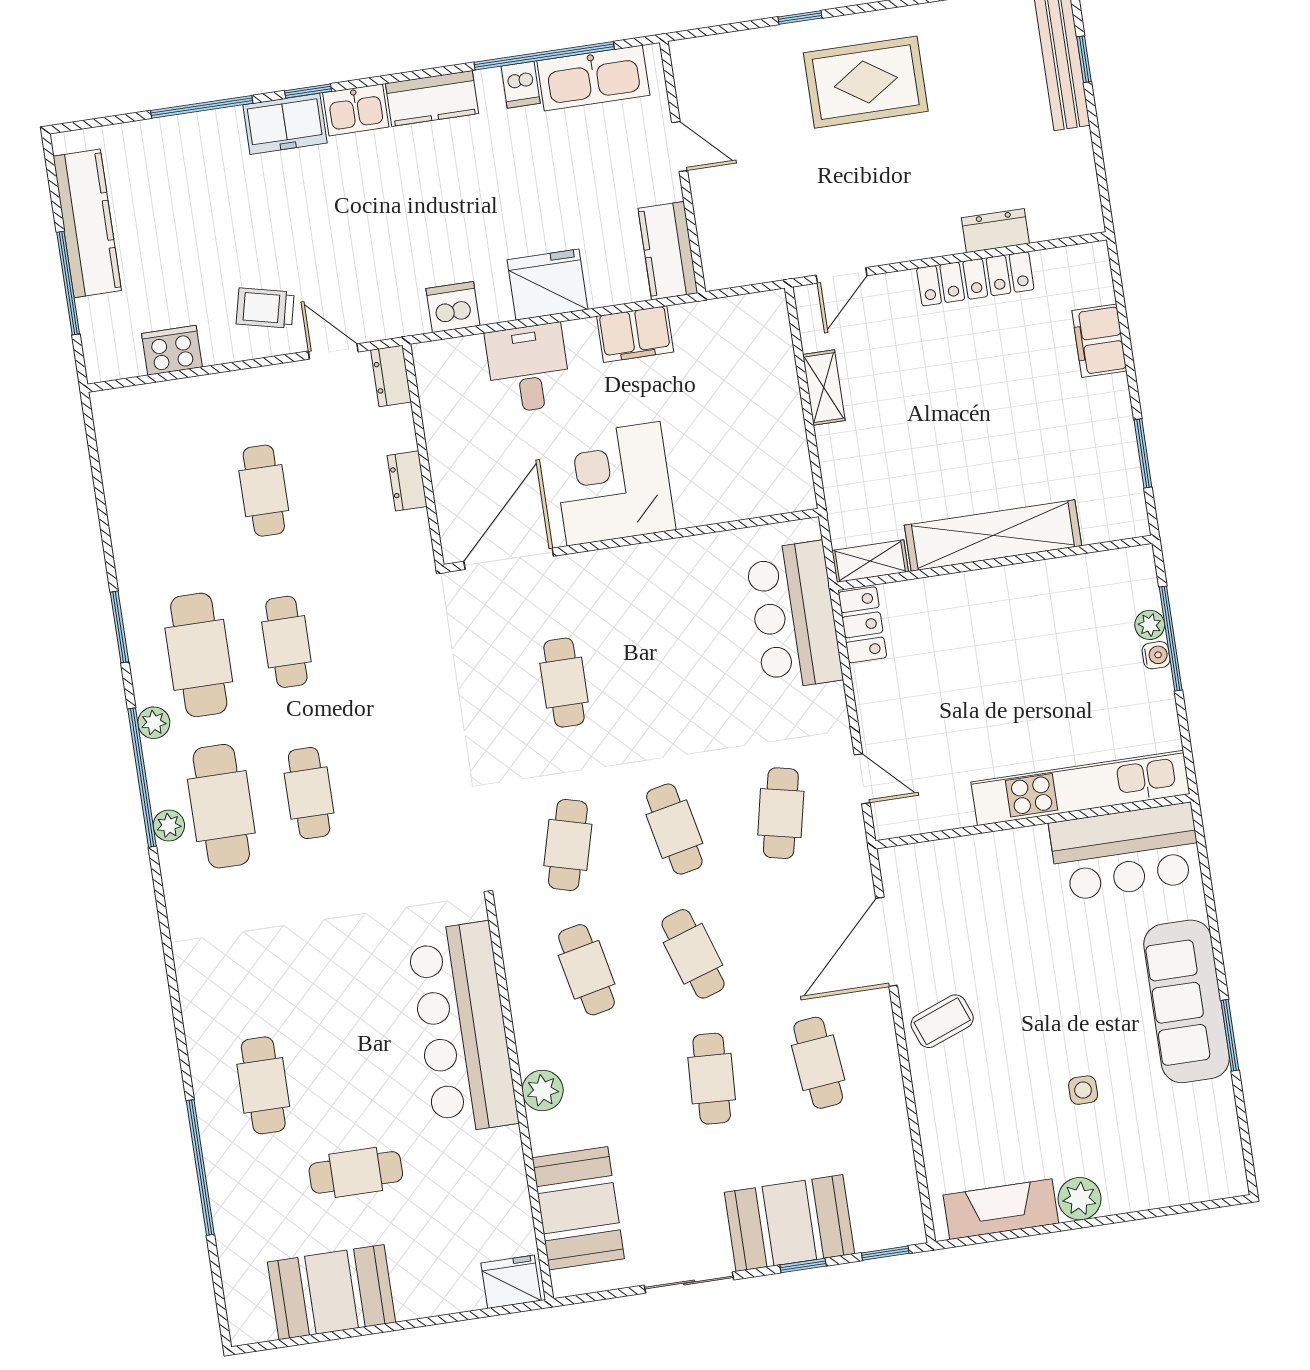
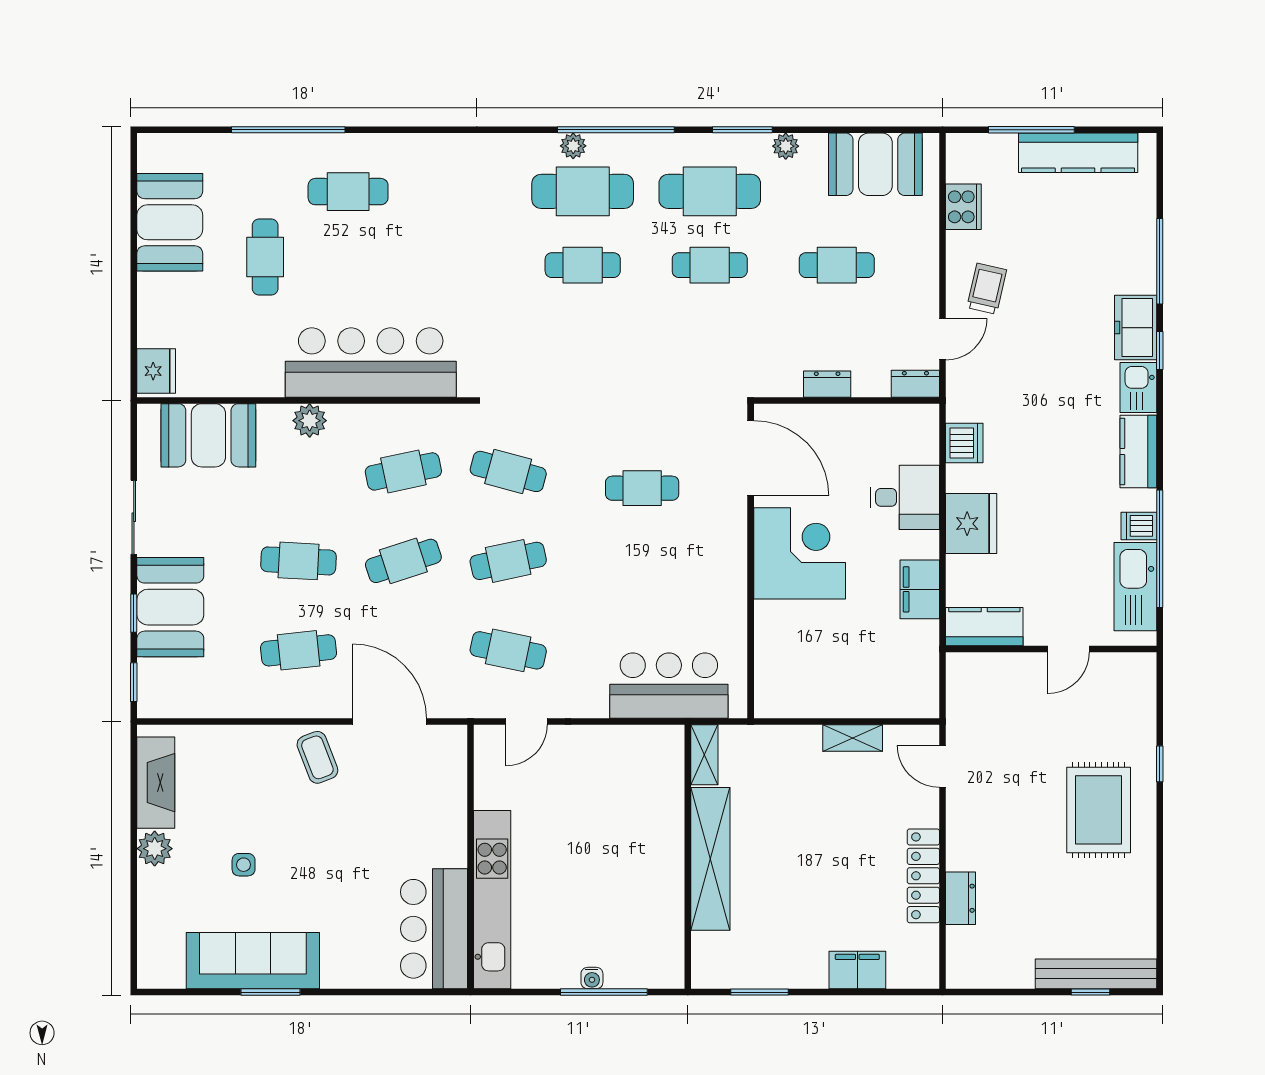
booth: (137, 463) -> (875, 164), added
locker: (862, 625) -> (653, 741), removed
plant: (1150, 625) -> (618, 977), removed
plant: (154, 723) -> (786, 146), moved
sofa: (1187, 1001) -> (253, 961), moved

